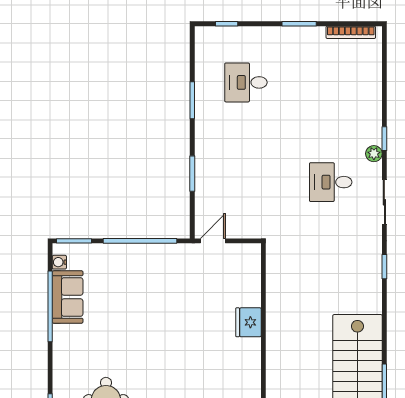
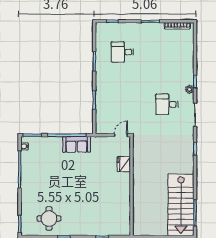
door: (213, 241) -> (121, 135), moved
sofa: (68, 297) -> (77, 144), moved, turned 90
fridge: (248, 322) -> (124, 164), moved

